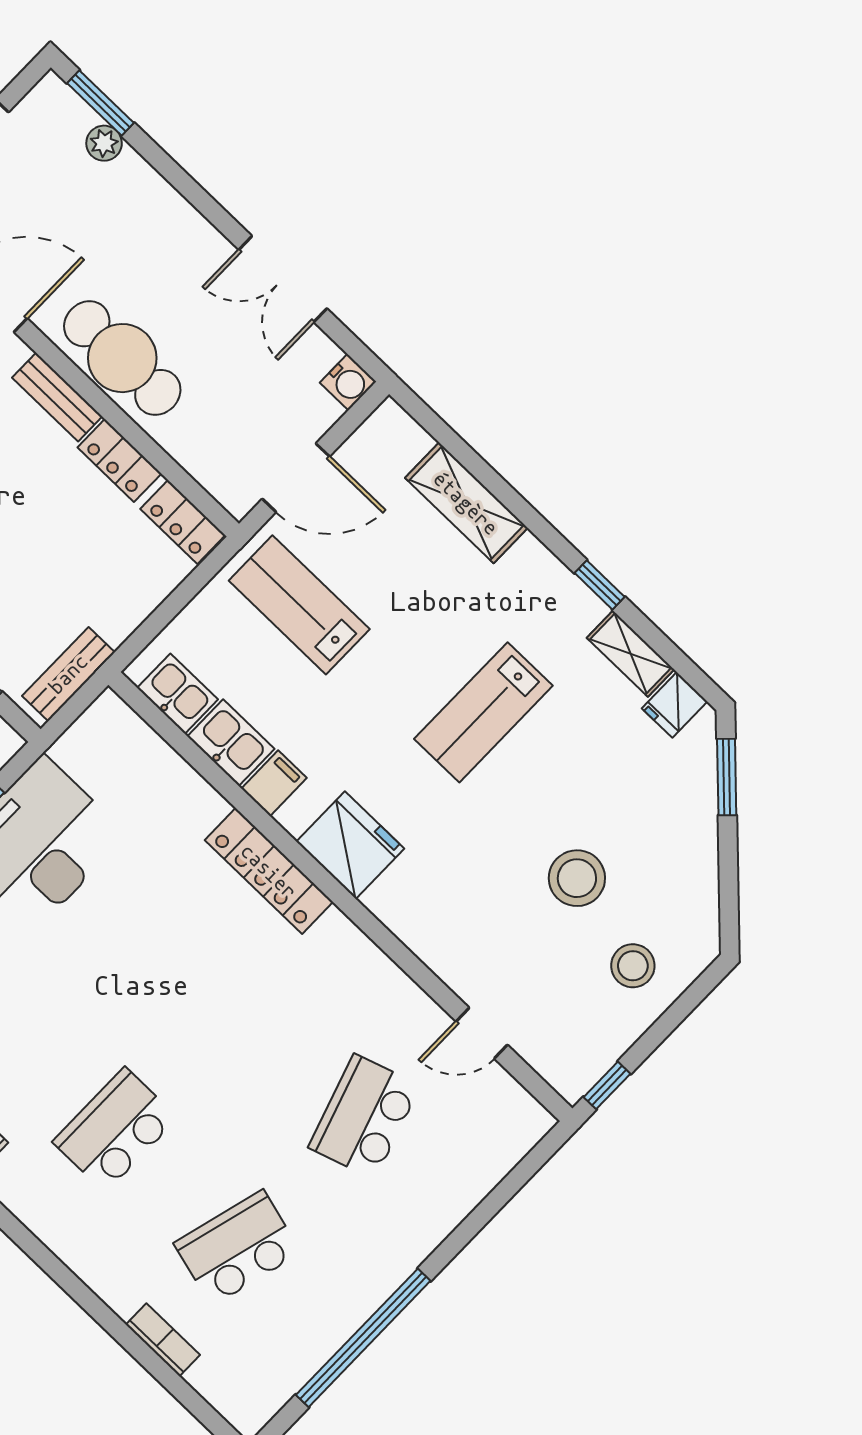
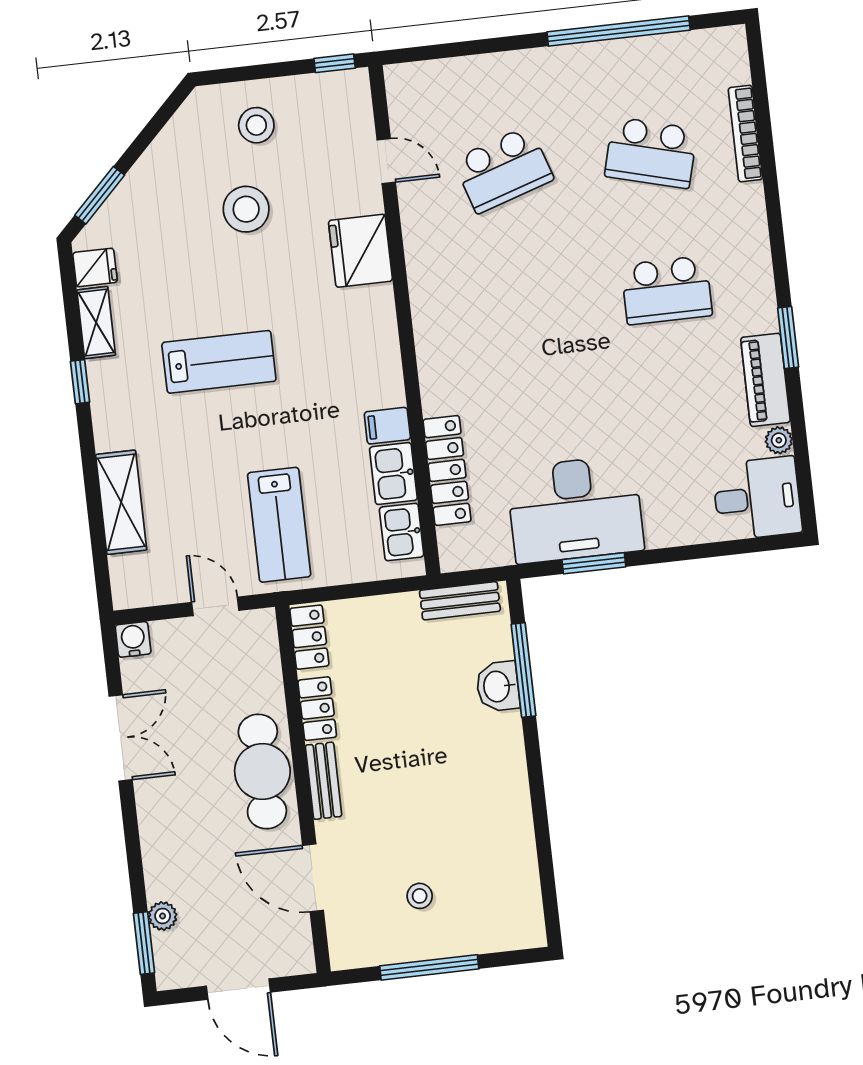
door: (296, 478) -> (215, 606), width x0.73
fridge: (350, 845) -> (360, 251), moved
locker: (269, 871) -> (447, 470), moved
bookcase: (163, 1340) -> (745, 134), width x1.56

